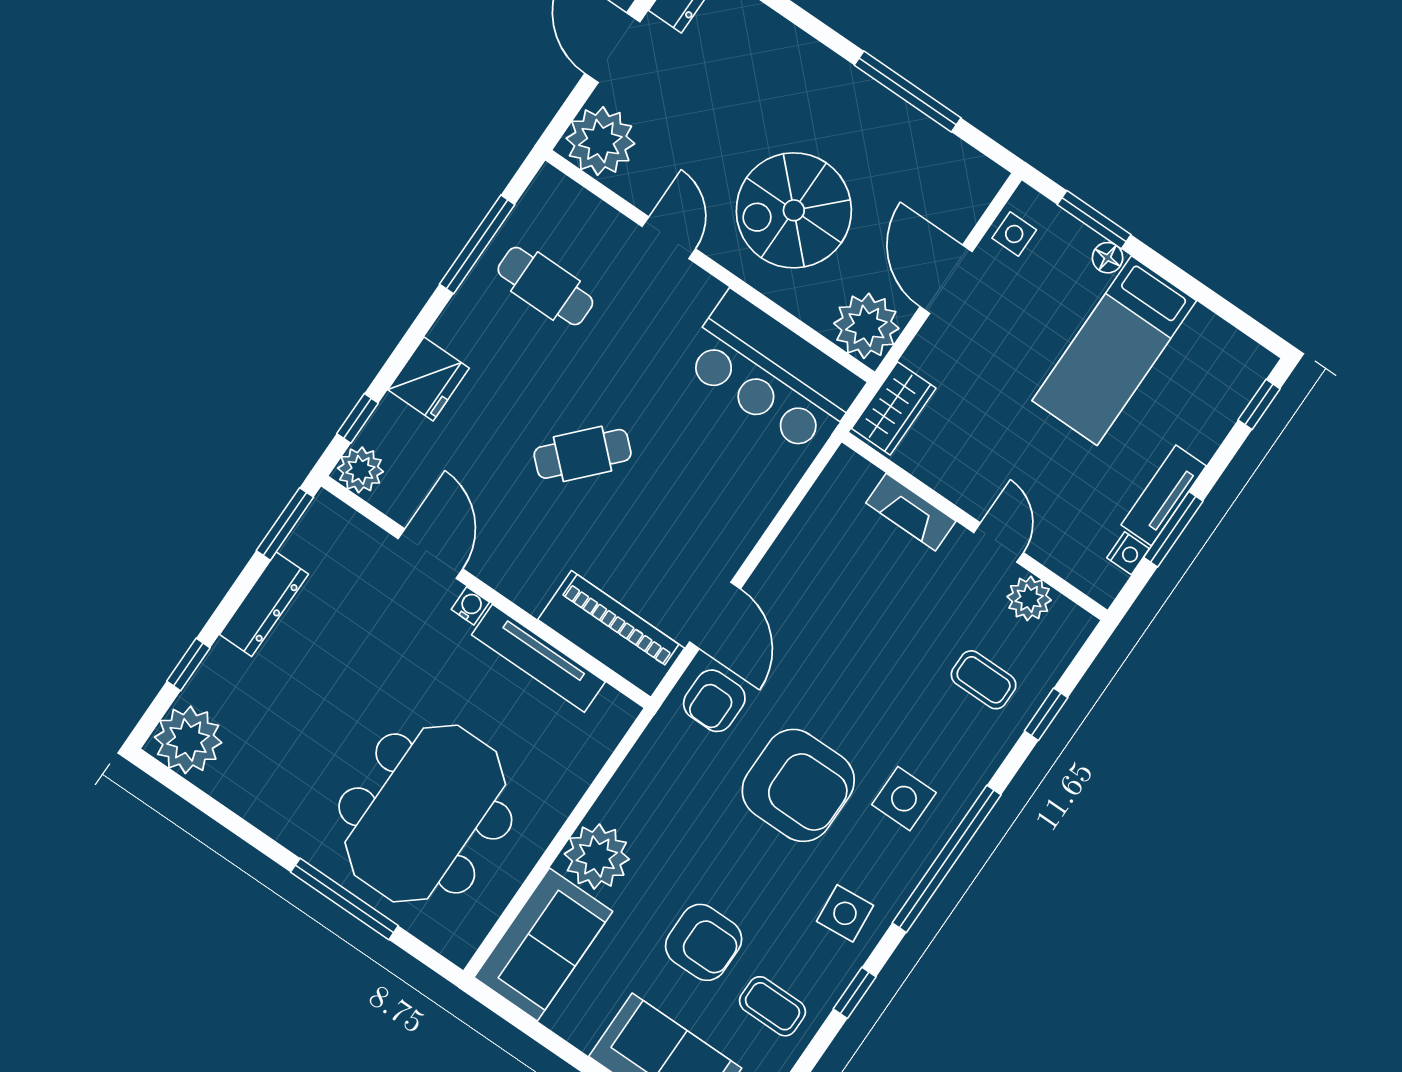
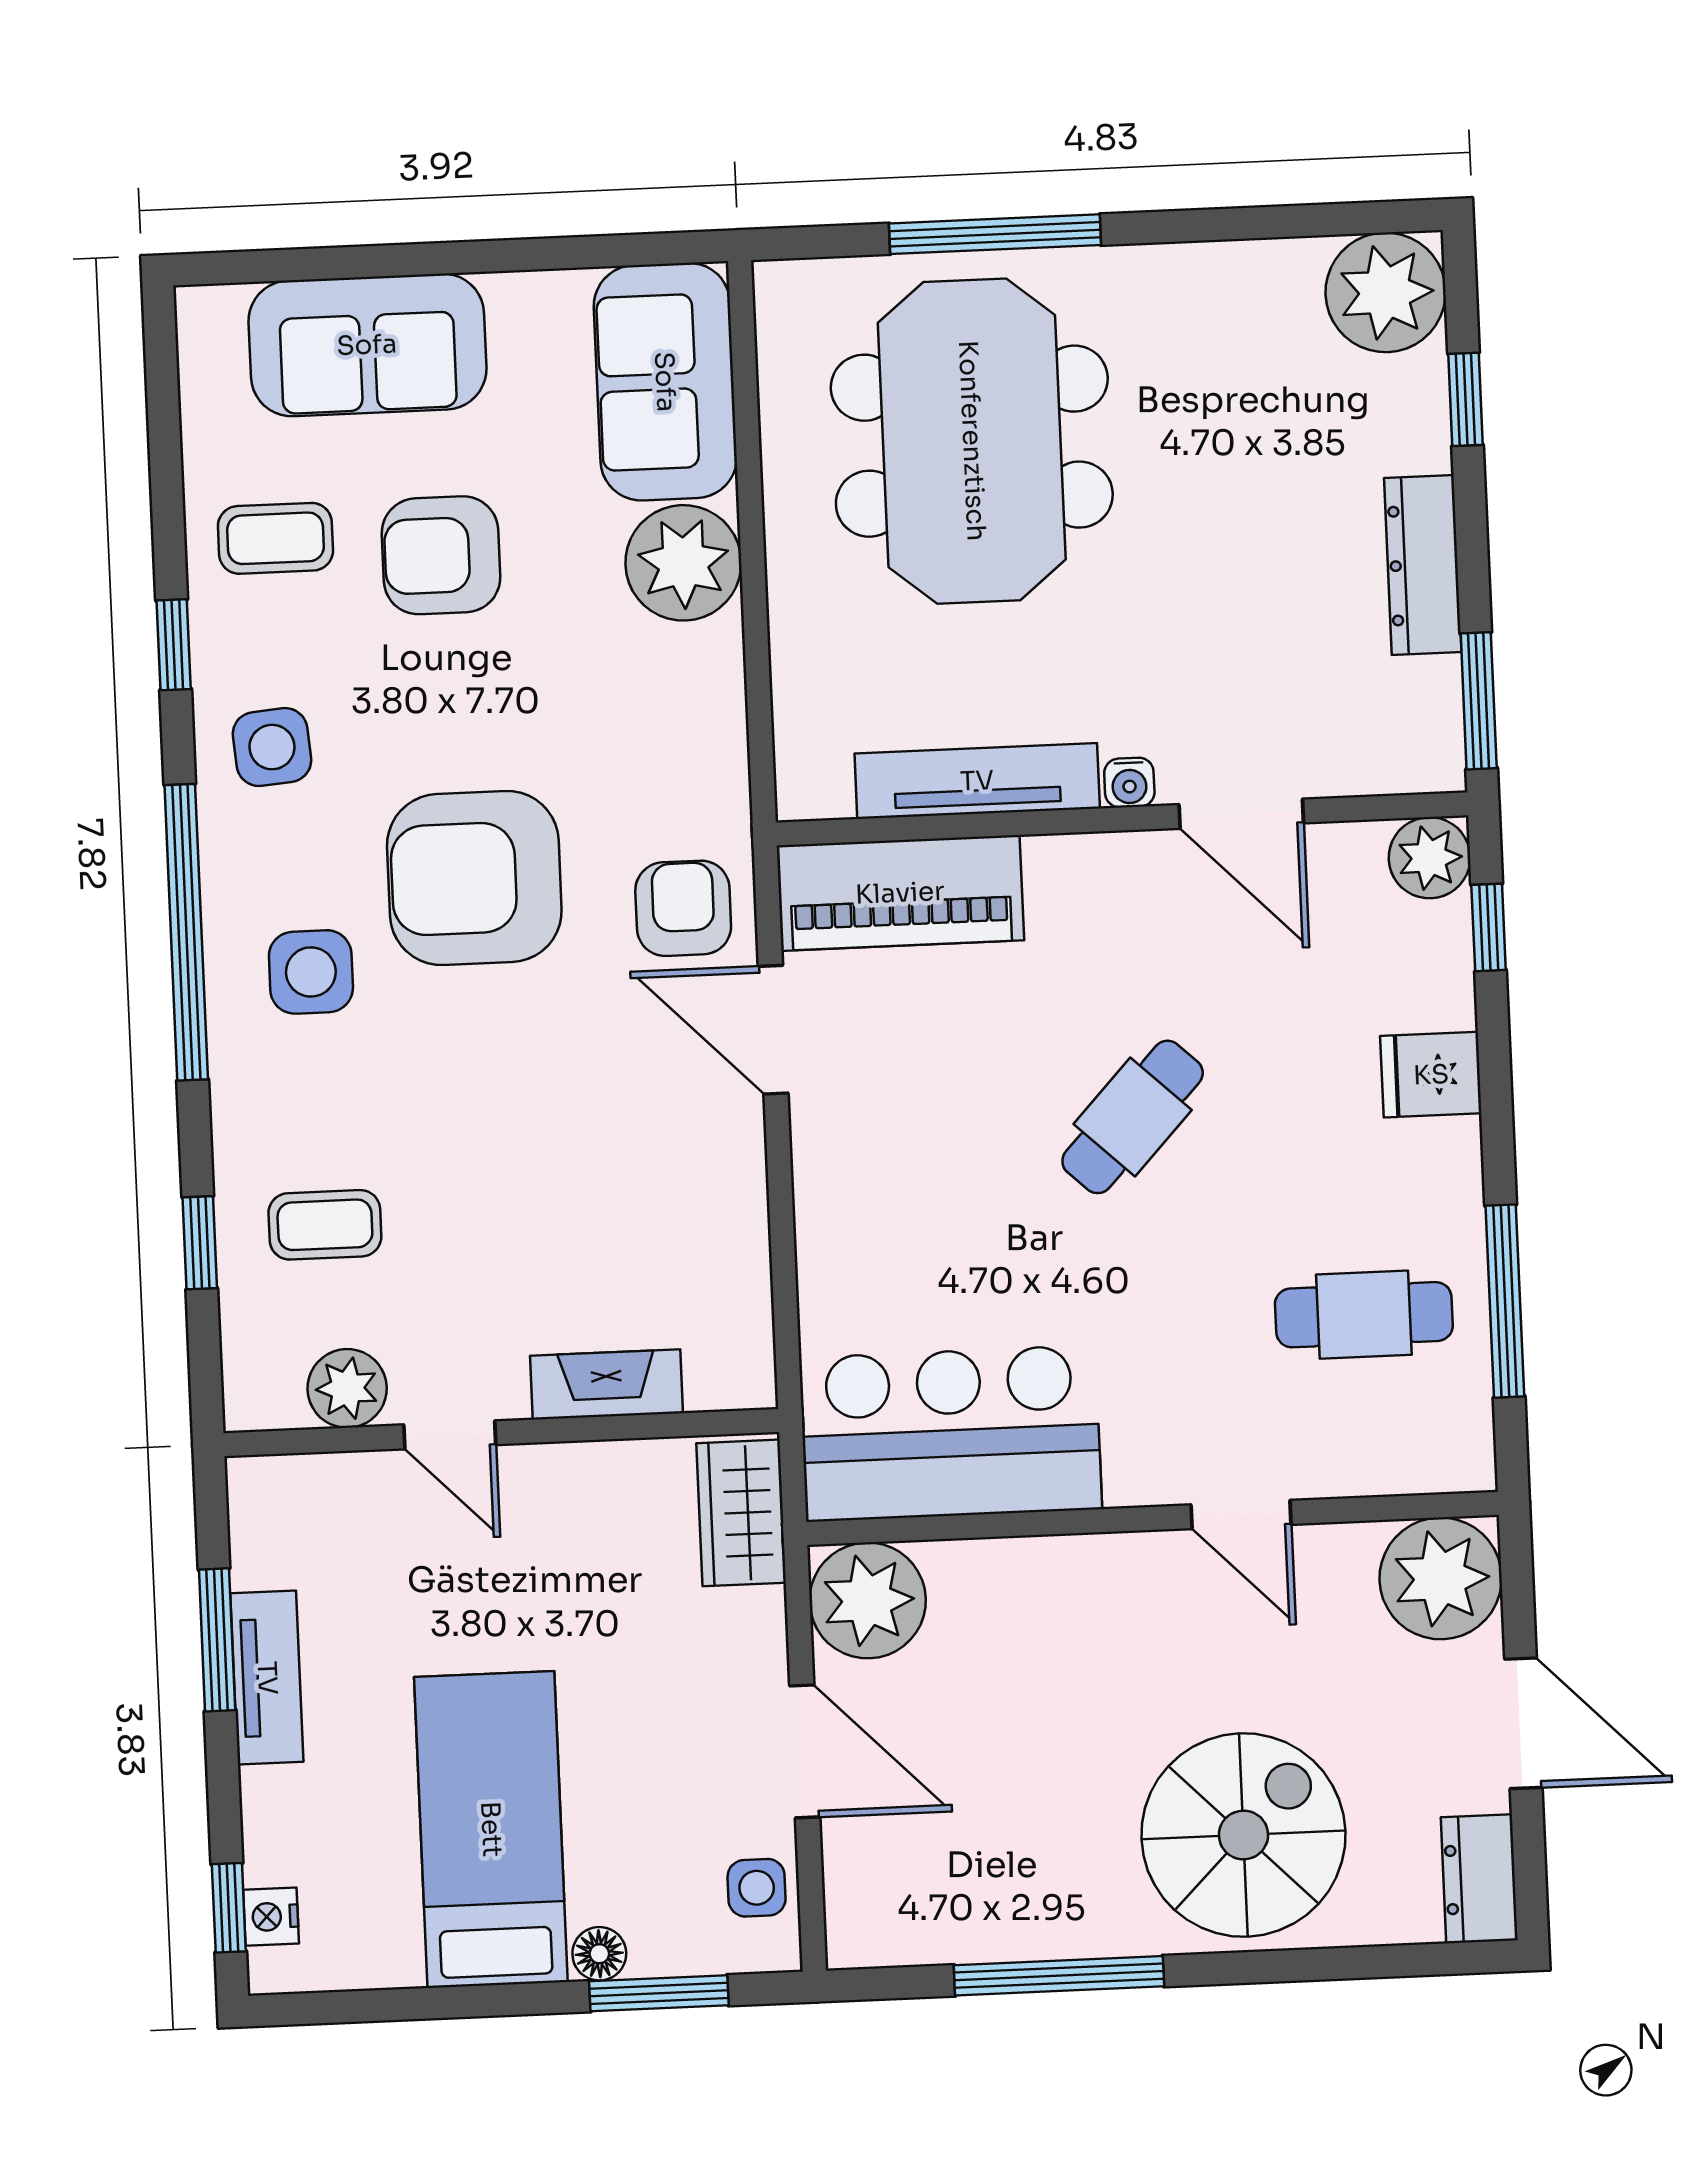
spiral stairs: (794, 210) -> (1243, 1835), moved
fridge: (429, 379) -> (1431, 1075), width x0.72
nightstand: (1128, 553) -> (271, 1917), moved

